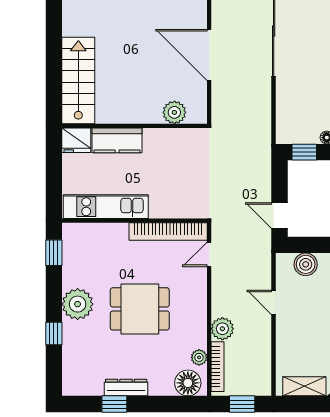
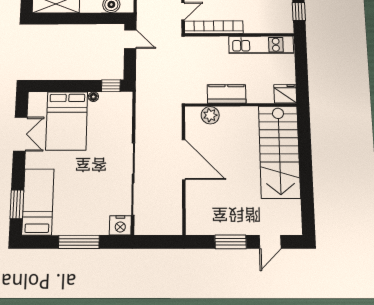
stairs: (78, 80) -> (279, 152), width x1.36, depth x1.51
kitchen counter: (117, 140) -> (227, 94), moved

